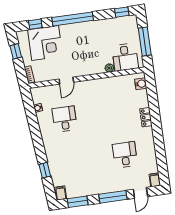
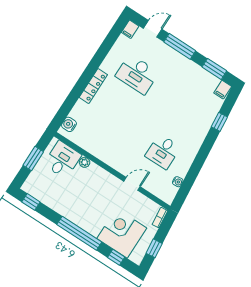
window: (145, 41) -> (33, 159), width x0.69
locker: (146, 117) -> (93, 86), width x1.53
desk: (125, 155) -> (137, 74), width x1.37

